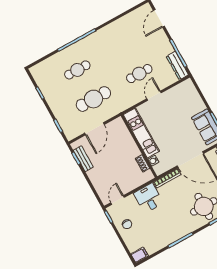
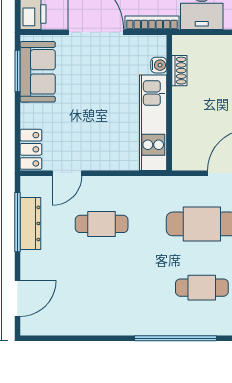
dresser: (177, 66) -> (30, 223), moved
locker: (190, 90) -> (31, 149), added
door: (154, 96) -> (67, 173), moved

